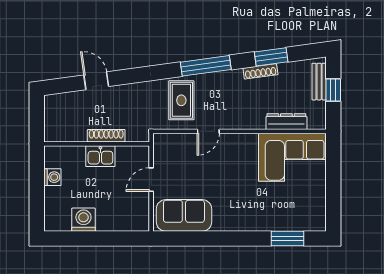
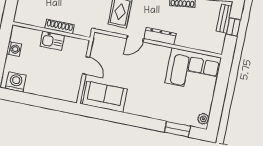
dresser: (286, 122) -> (160, 36), moved
door: (151, 180) -> (86, 66), swing flipped
plant: (319, 218) -> (203, 119), added
washing machine: (83, 220) -> (16, 82), moved

